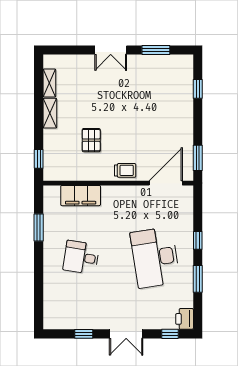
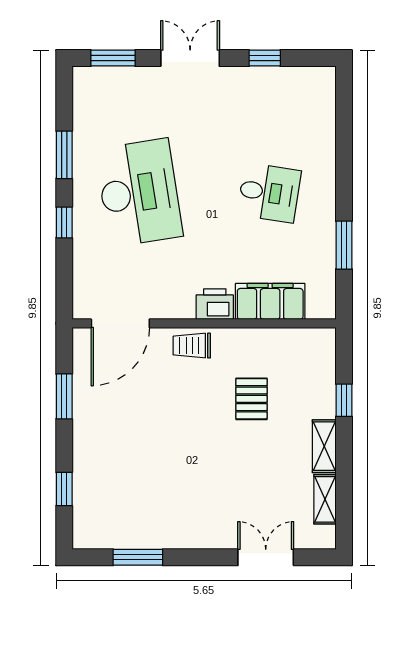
double door: (111, 50) -> (266, 557), moved
window: (198, 158) -> (64, 396), moved
window: (39, 159) -> (344, 400), moved
printer: (185, 319) -> (215, 304), moved, turned -90
window: (170, 334) -> (113, 58), width x1.50

